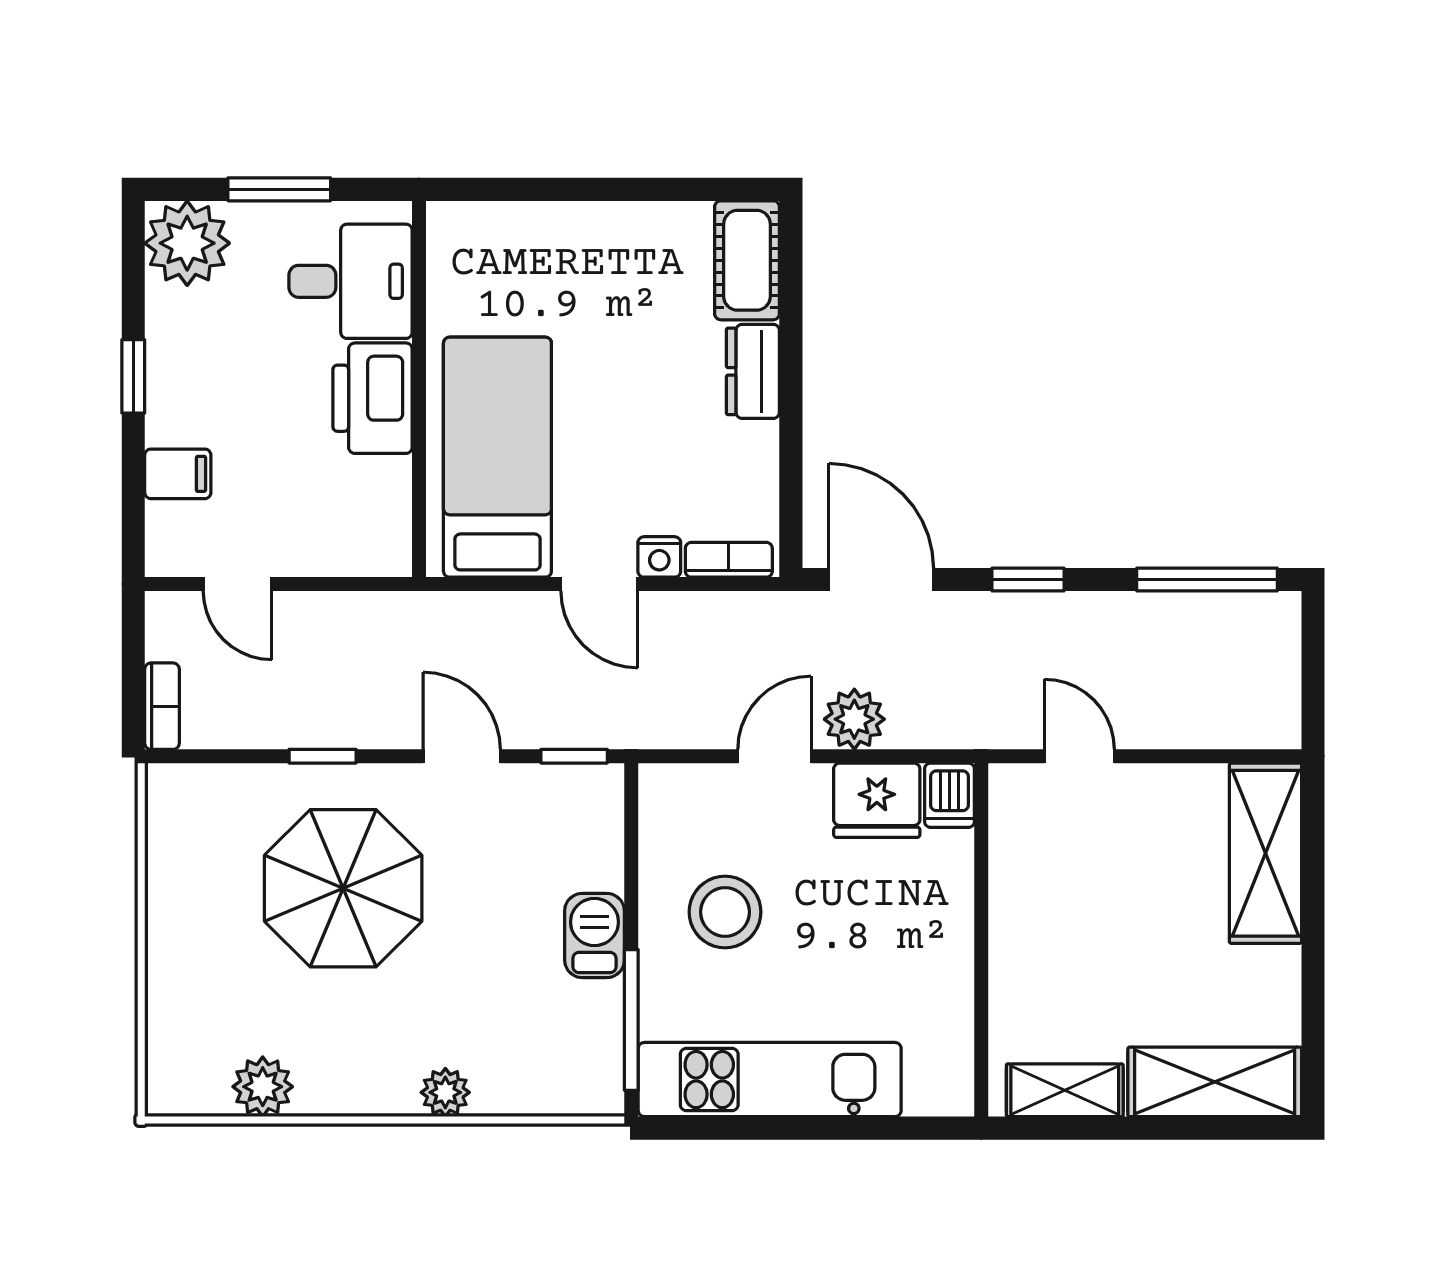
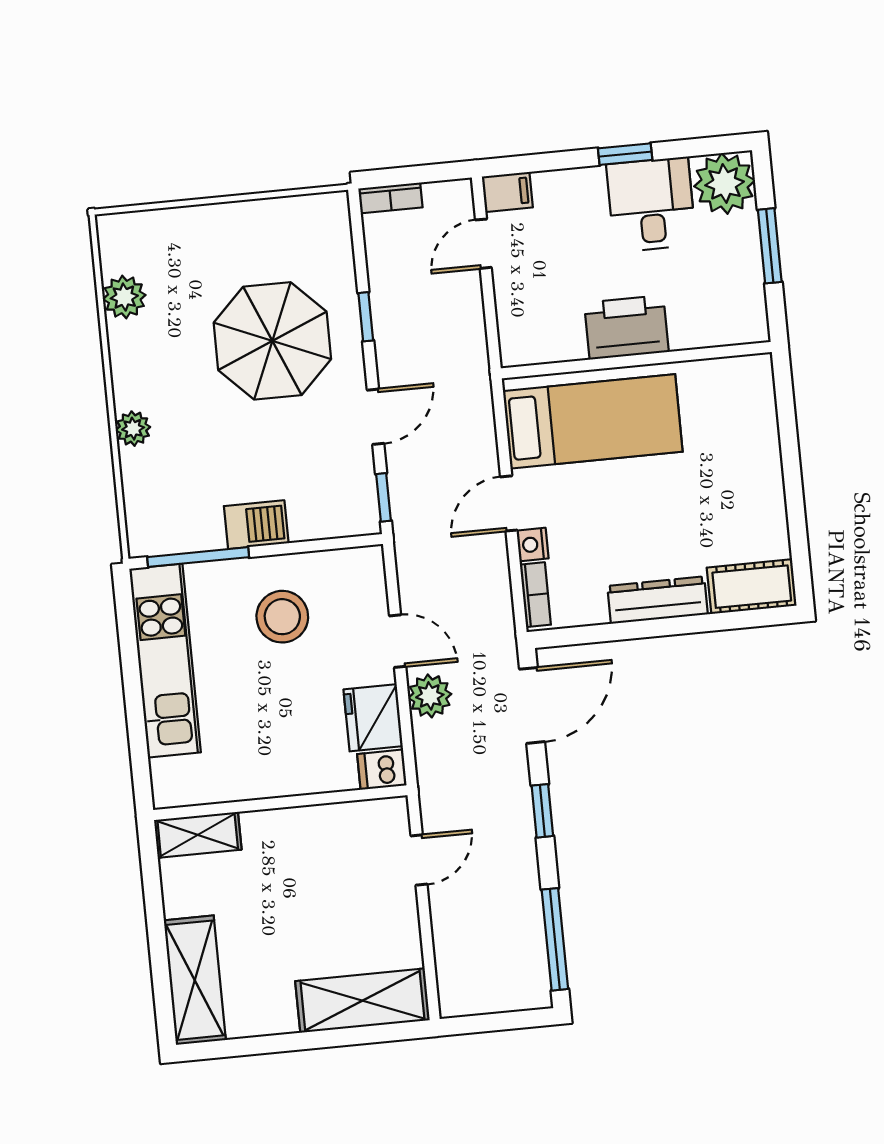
desk: (351, 281) -> (651, 205), moved, turned 180
dresser: (753, 371) -> (658, 600), width x1.44
filing cabinet: (178, 474) -> (507, 192), moved, turned -90
shelving: (1065, 1090) -> (198, 835), moved, turned 90

